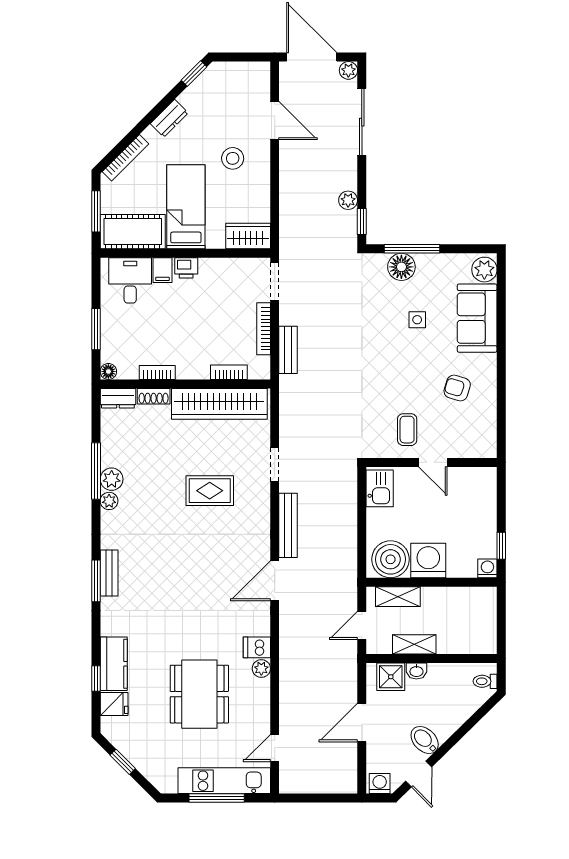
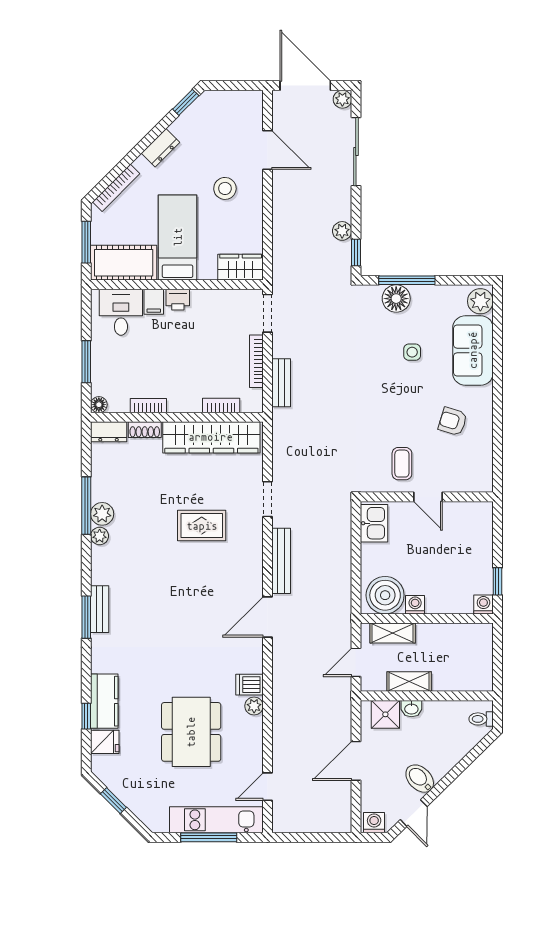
washing machine: (428, 561) -> (415, 605), width x0.53, depth x0.53

